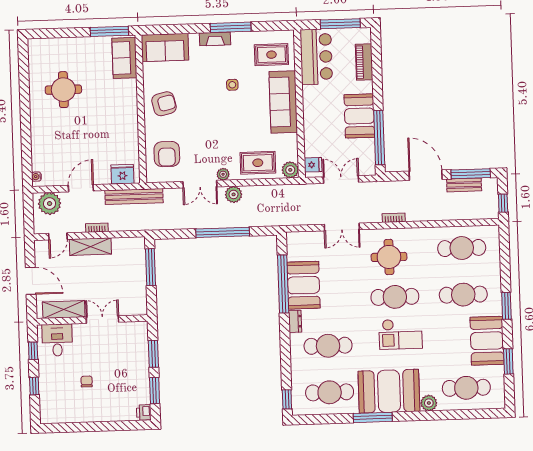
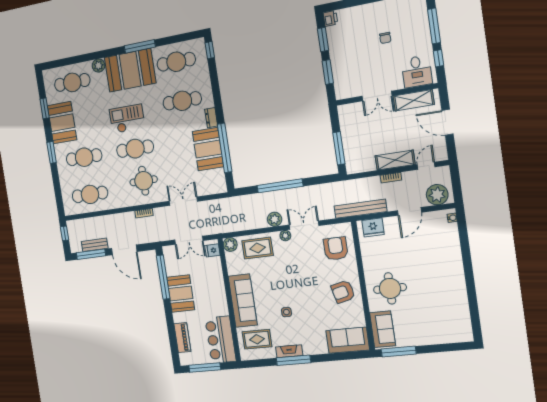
fireplace: (215, 39) -> (289, 351), moved
round table: (63, 90) -> (390, 288), moved
window: (34, 386) -> (434, 26), width x2.17

